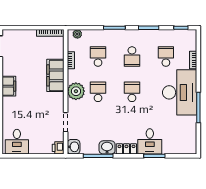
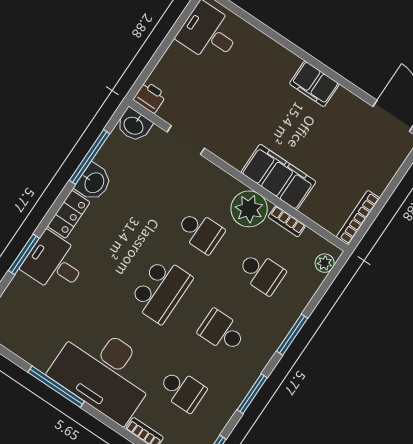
plant: (76, 91) -> (249, 209), moved
school desk: (132, 92) -> (161, 290), width x1.85

